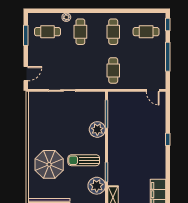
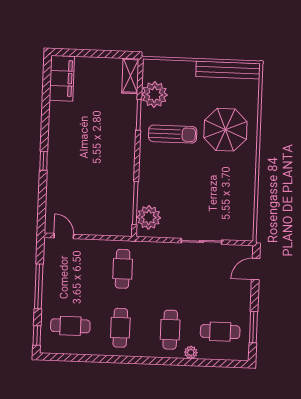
plant: (97, 129) -> (149, 217), moved

